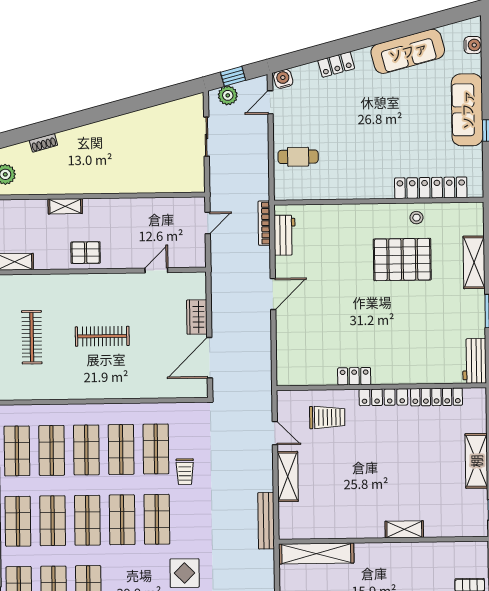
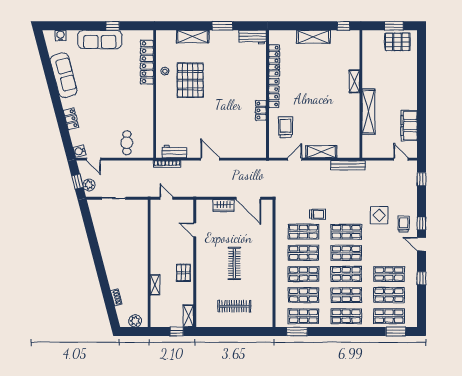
shelving: (316, 554) -> (368, 112), moved

